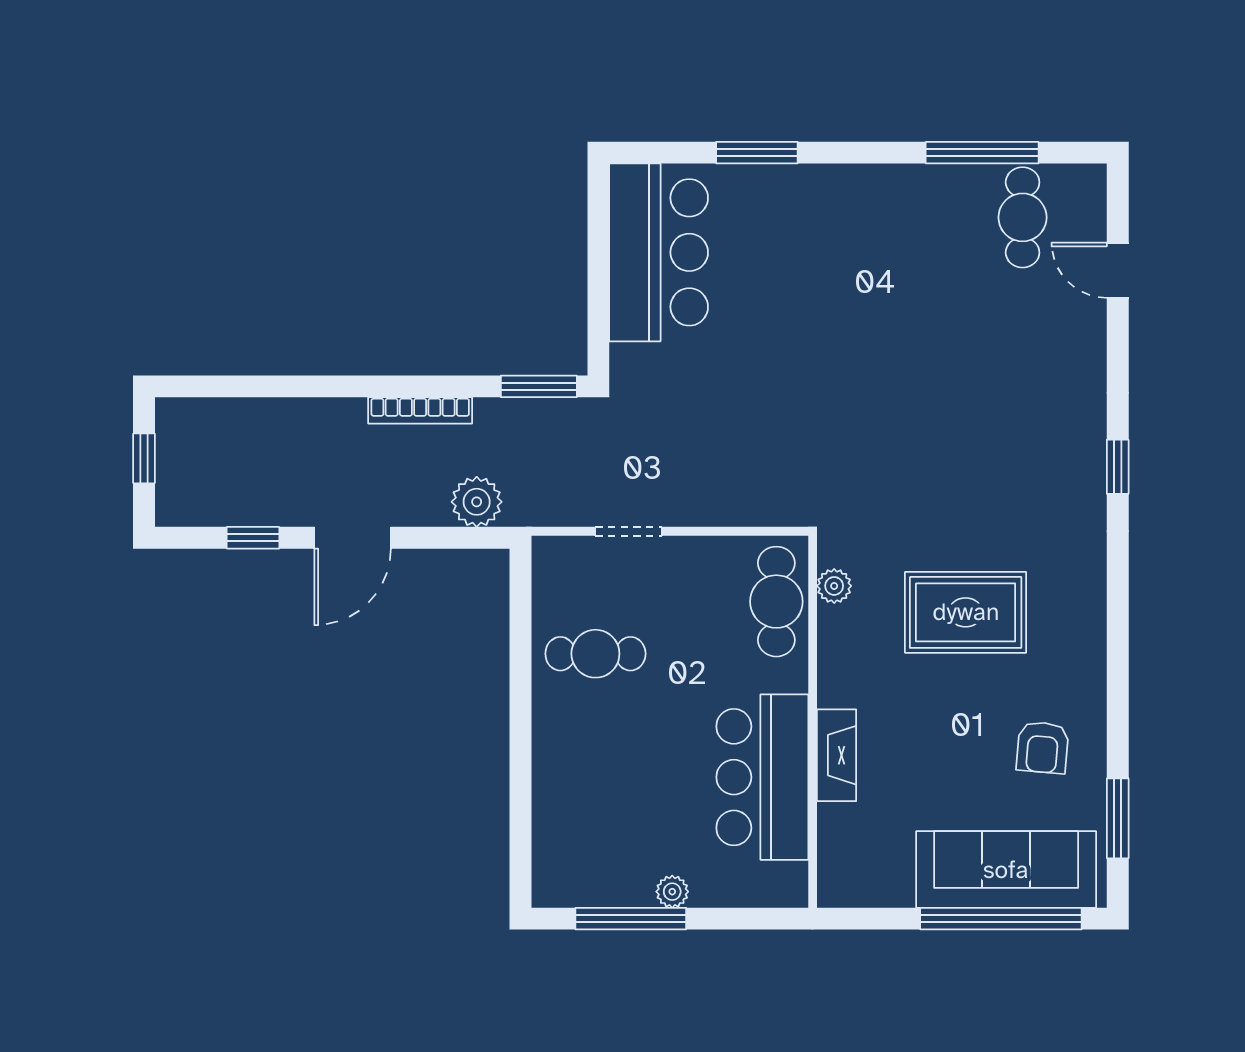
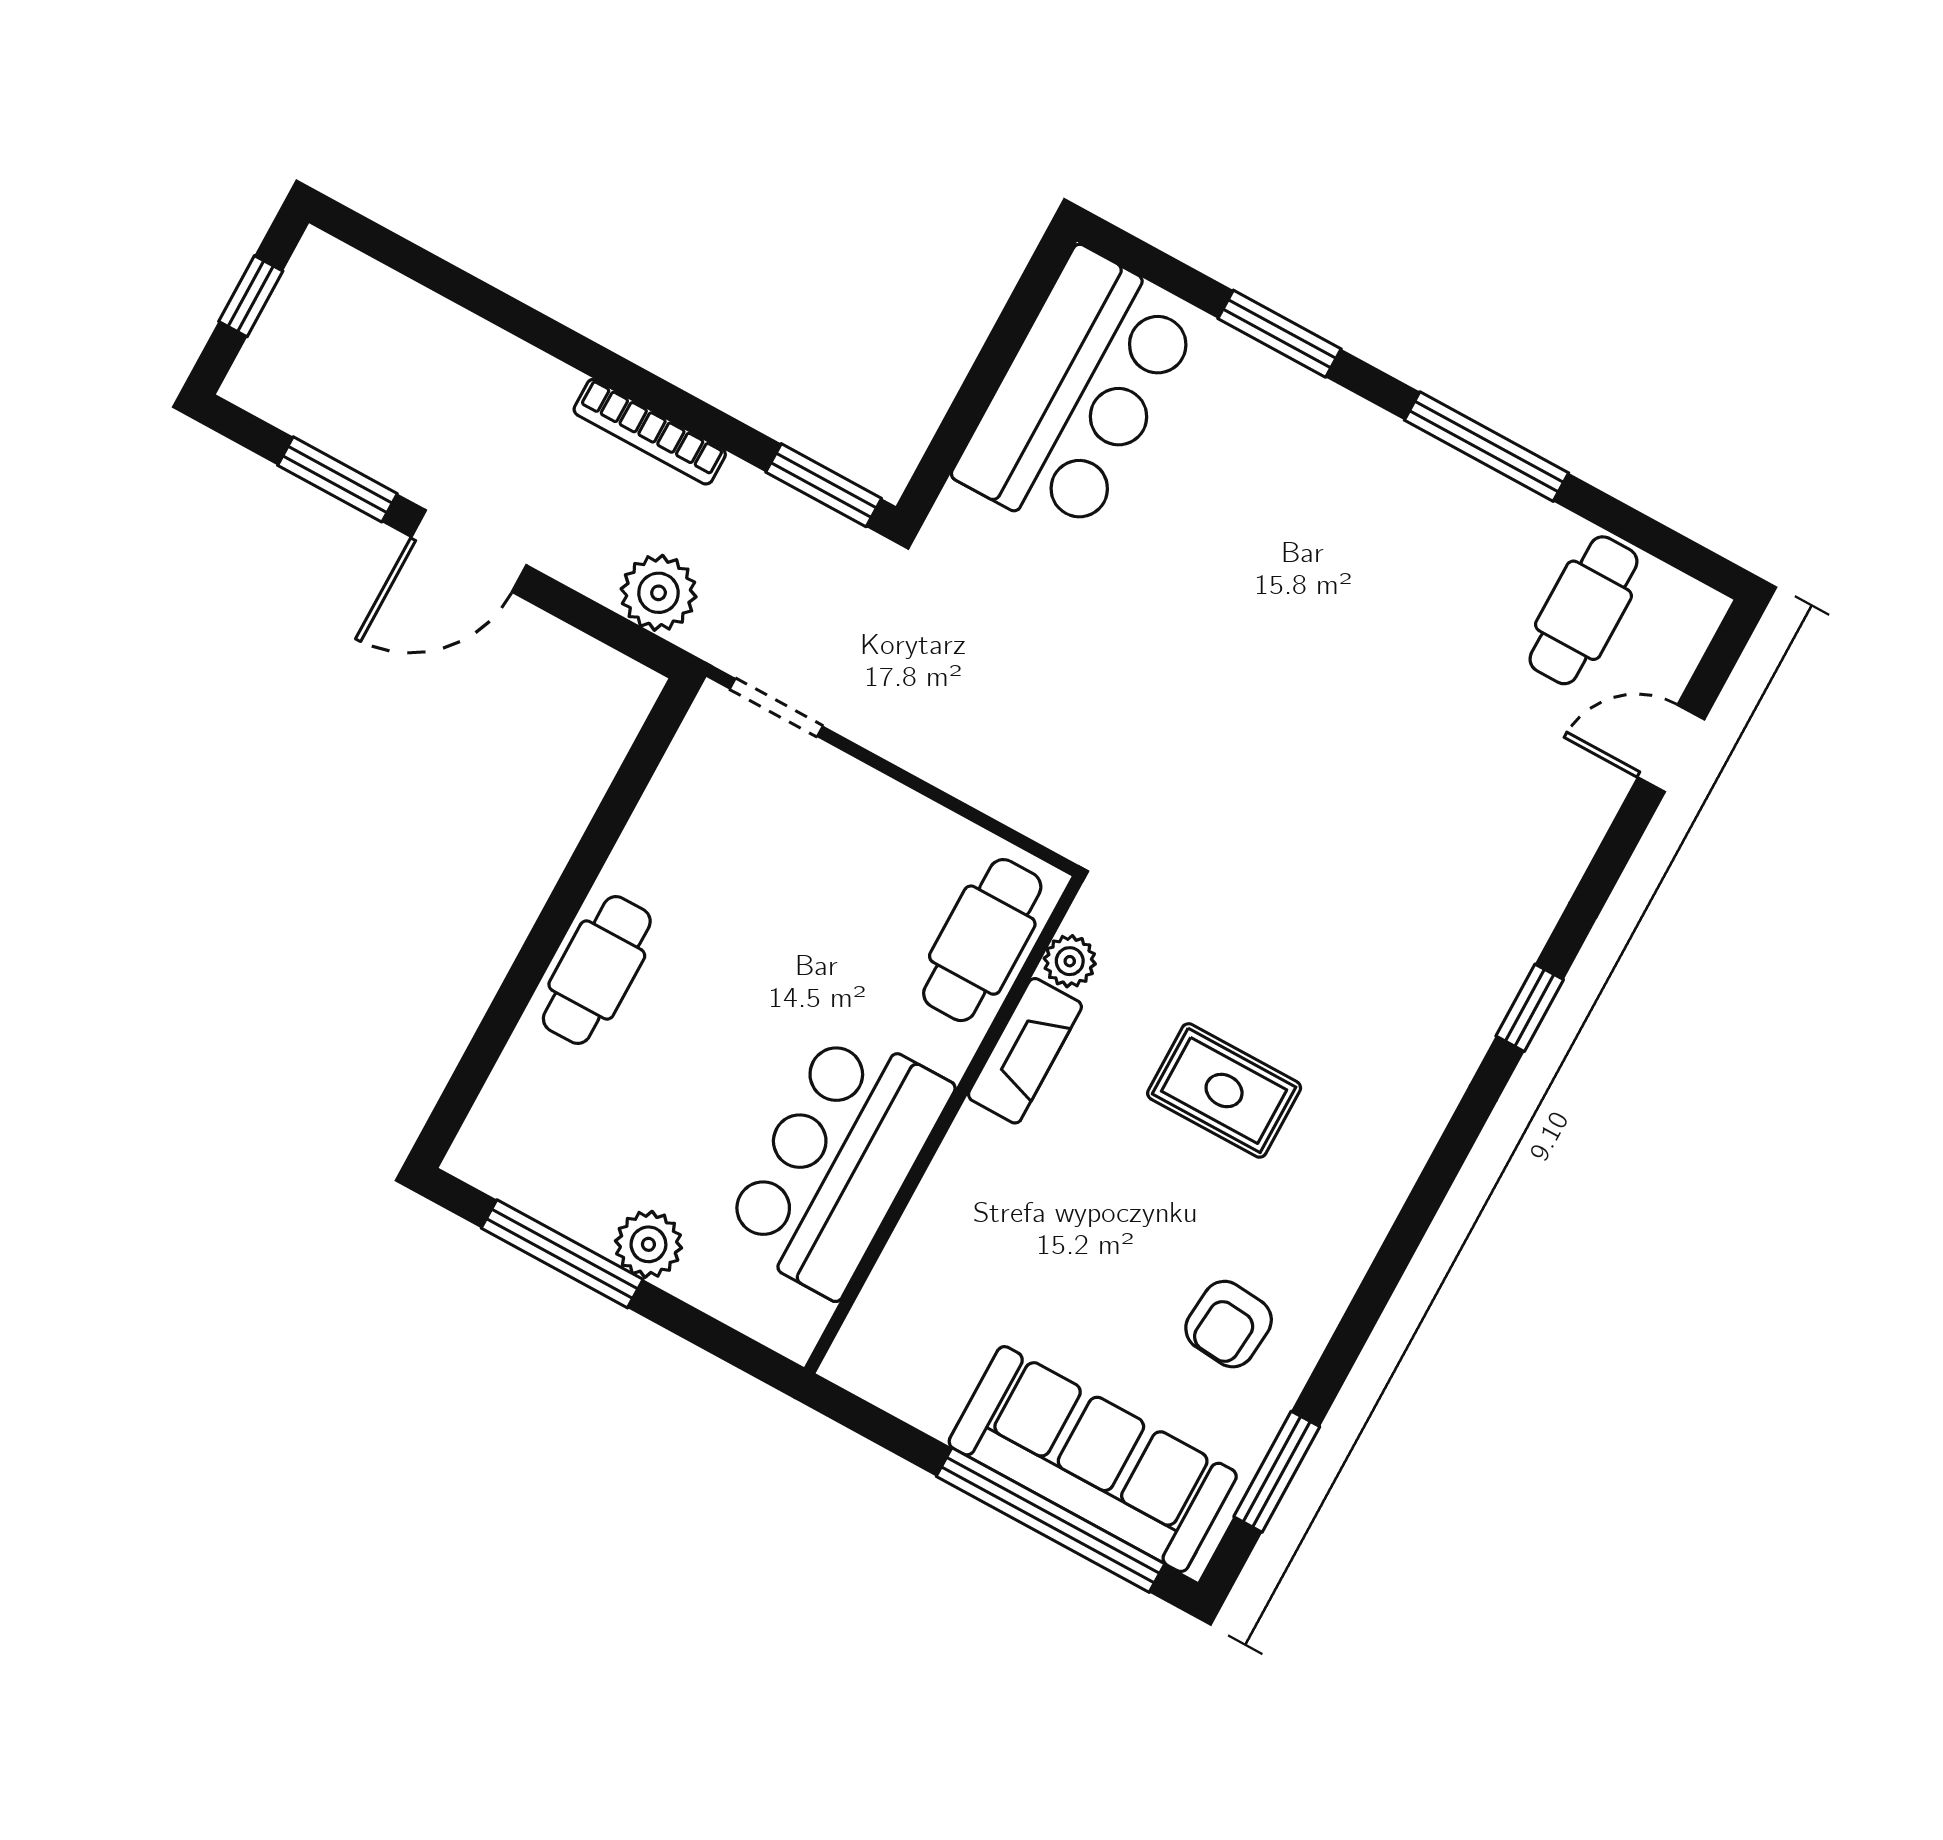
window: (982, 153) -> (1486, 447), moved
door: (1118, 270) -> (1671, 748), hinge flipped
doorway: (629, 531) -> (776, 708), moved
window: (253, 538) -> (337, 479), width x1.50
rug: (966, 612) -> (1224, 1090), width x0.73, depth x0.70
cafe table: (595, 654) -> (597, 970), moved, turned 90
fireplace: (837, 755) -> (1025, 1051), moved
plant: (672, 892) -> (648, 1244), width x1.38, depth x1.38

